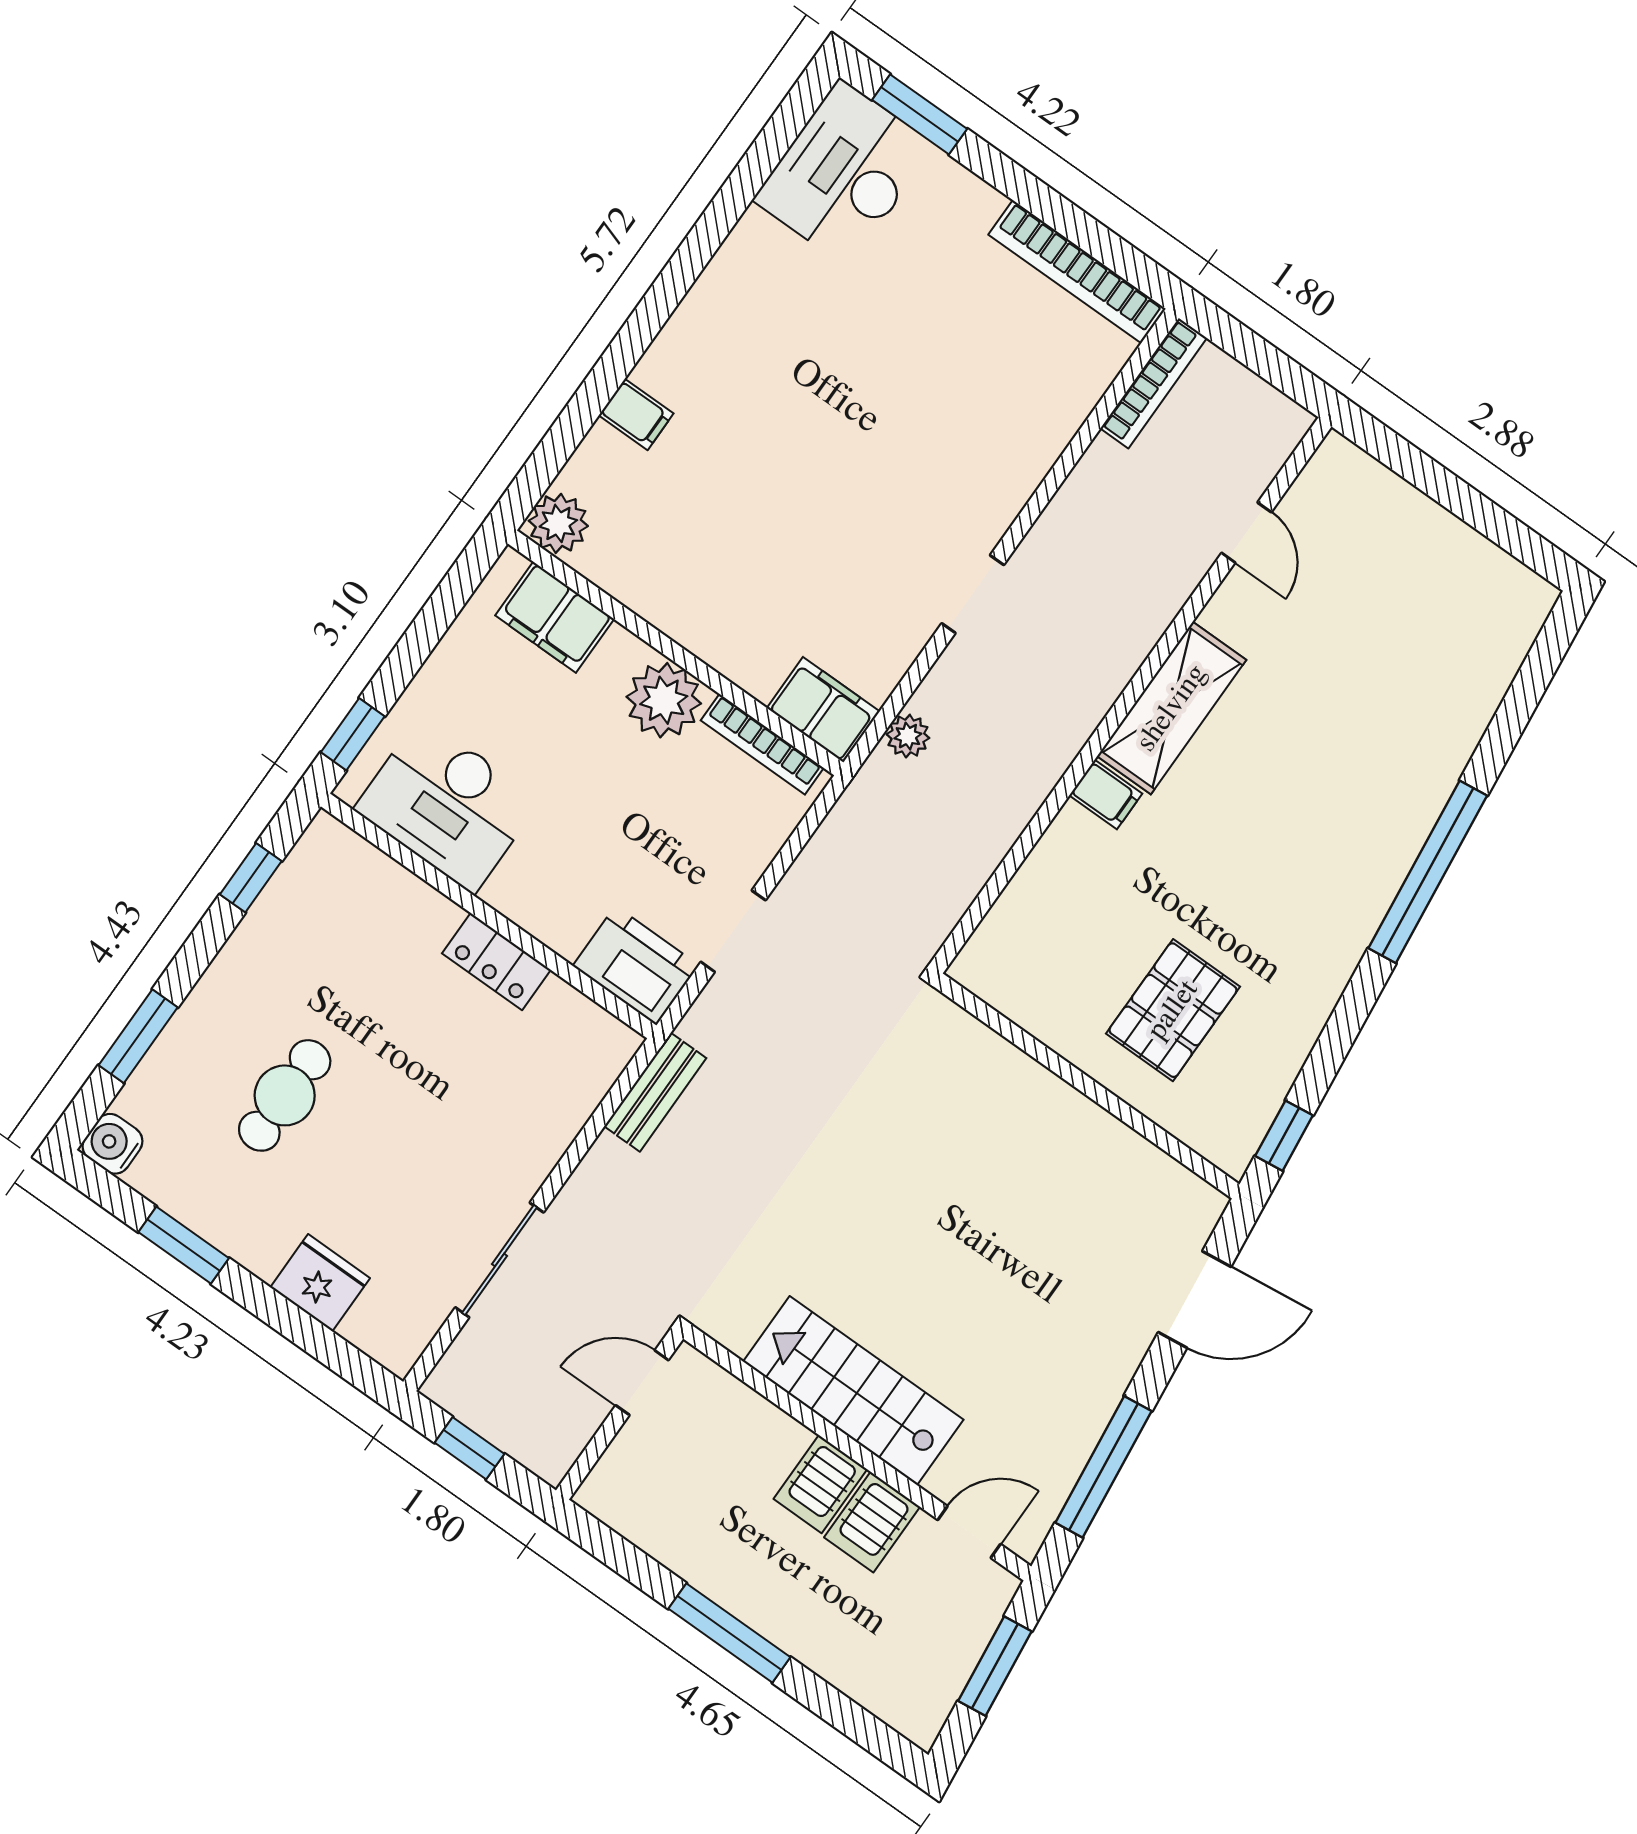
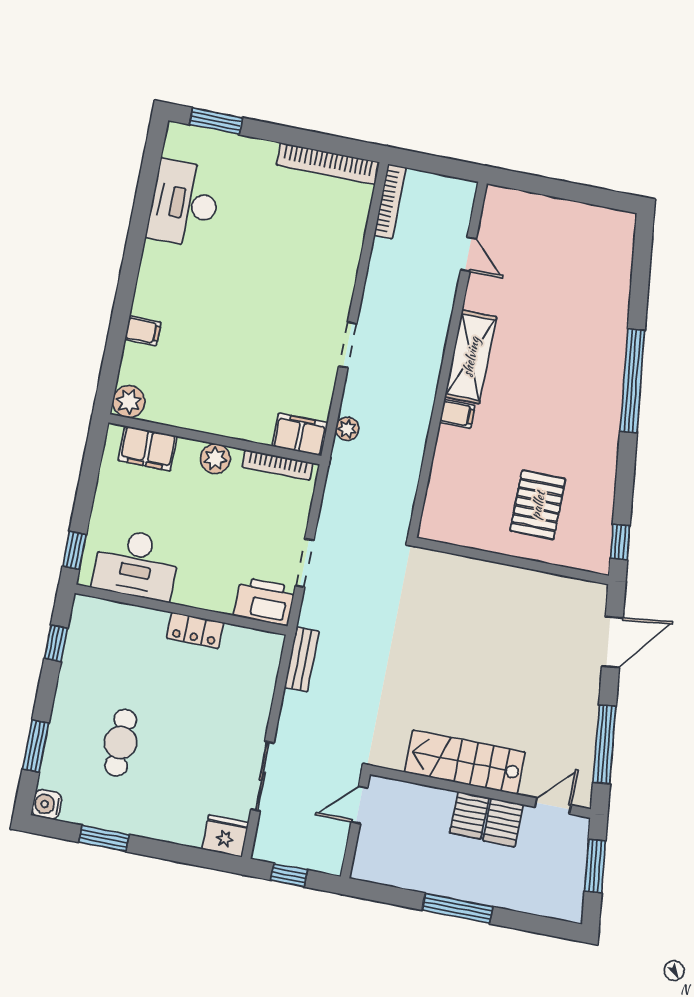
desk: (844, 173) -> (184, 204), moved
plant: (664, 700) -> (215, 459), width x0.73, depth x0.73
fridge: (320, 1283) -> (225, 836), moved

